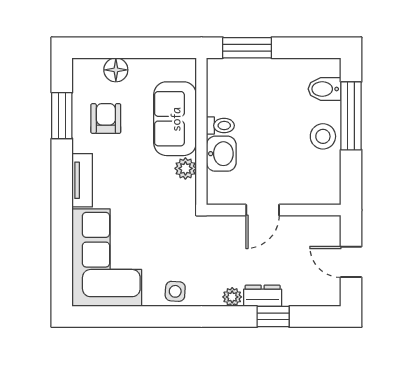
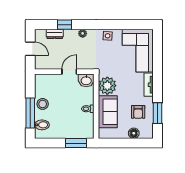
washbasin: (221, 154) -> (86, 80), moved, turned -90
plant: (185, 168) -> (107, 86), width x1.88, depth x1.88
dresser: (263, 296) -> (55, 34), moved

